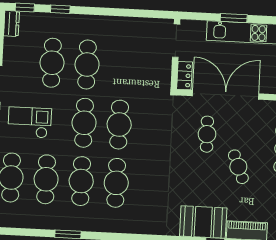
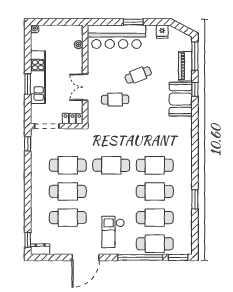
window: (60, 9) -> (28, 144), moved
double door: (226, 95) -> (85, 87), width x0.54
cafe table: (84, 123) -> (68, 165), moved

